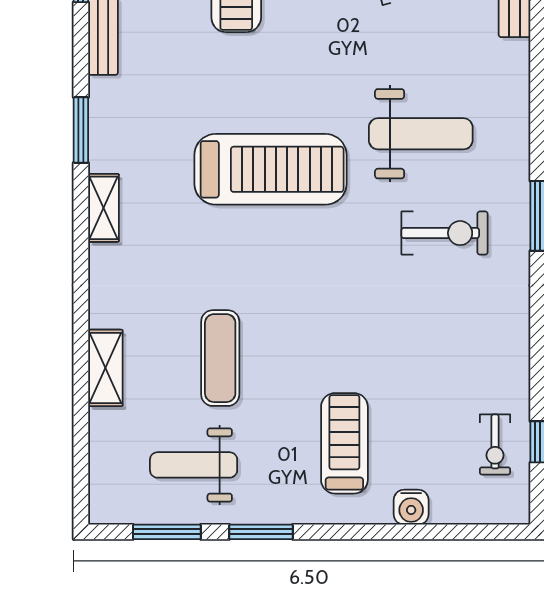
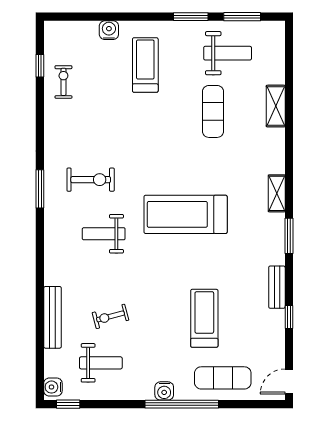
weight bench: (421, 134) -> (104, 234), width x0.73, depth x0.75
exercise bike: (445, 233) -> (91, 180), turned 180
treadmill: (344, 443) -> (145, 65), turned 180
exercise bike: (495, 444) -> (63, 82), moved

